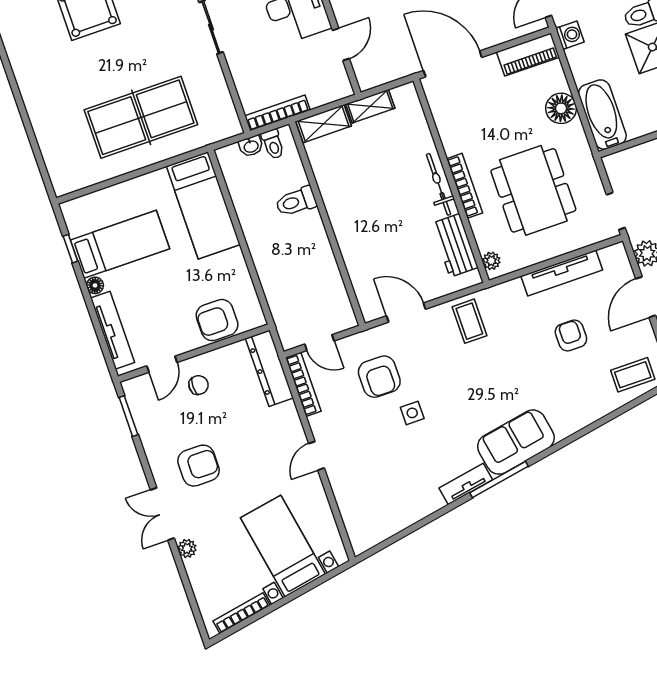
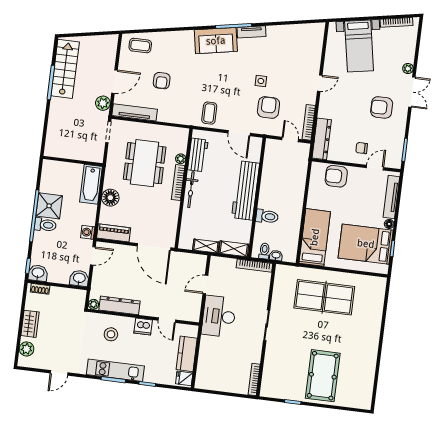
workbench: (351, 226) -> (245, 190), added
bed: (120, 244) -> (366, 244), width x1.50
plant: (491, 261) -> (181, 159), moved
tv unit: (562, 273) -> (135, 112), moved
armchair: (217, 320) -> (336, 176), turned 180

